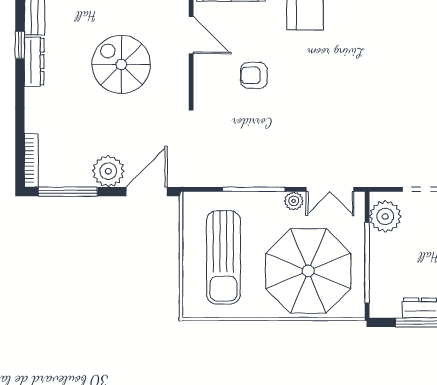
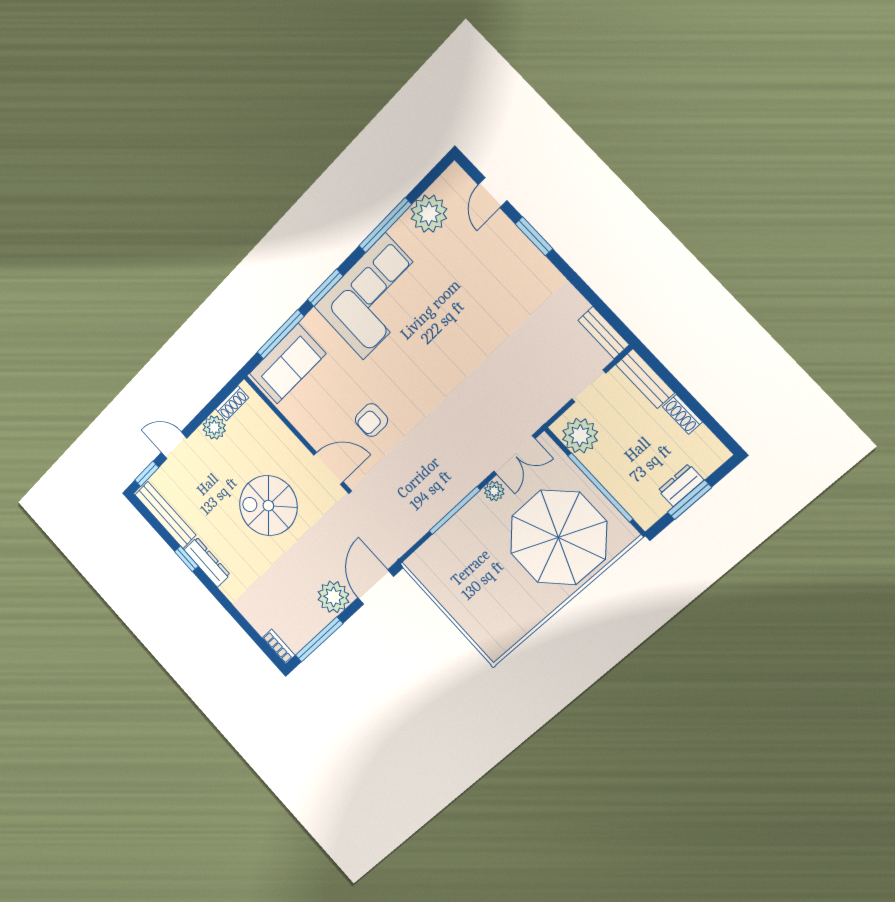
door: (191, 35) -> (329, 468), moved
bookcase: (31, 160) -> (279, 647), width x0.64
sun lounger: (223, 257) -> (481, 586), removed

